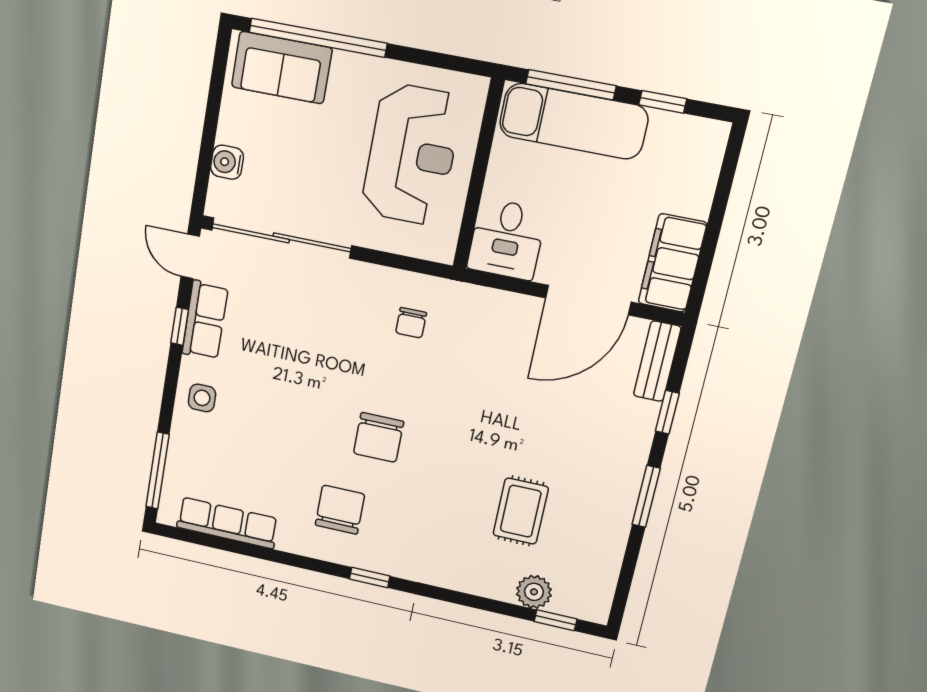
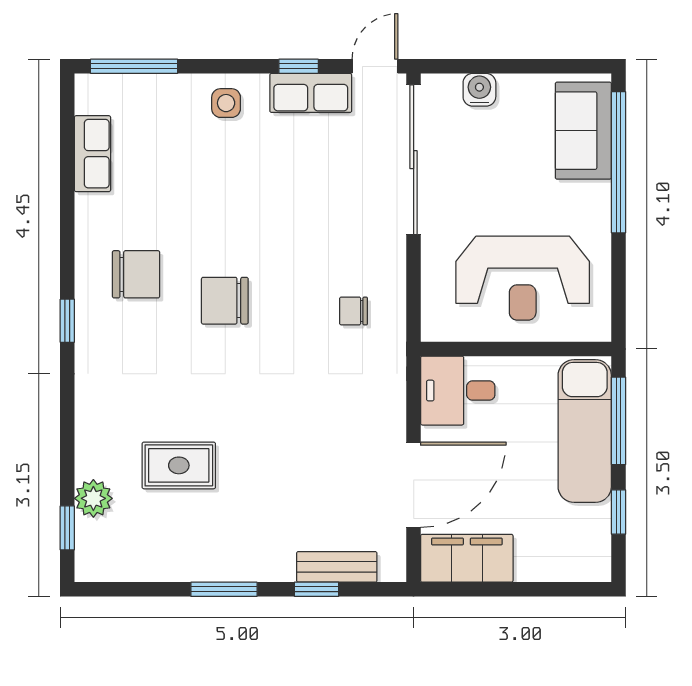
door: (588, 300) -> (414, 485), swing flipped
bench: (657, 361) -> (337, 567), moved
row of seats: (227, 523) -> (92, 154), width x0.68

